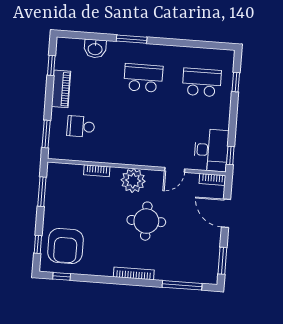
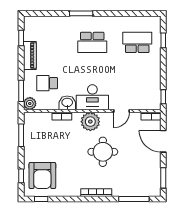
washbasin: (95, 49) -> (67, 103), moved, turned 180
school desk: (143, 78) -> (92, 42), turned 180
desk: (211, 150) -> (92, 97), moved, turned 90
plant: (56, 151) -> (30, 104), added

